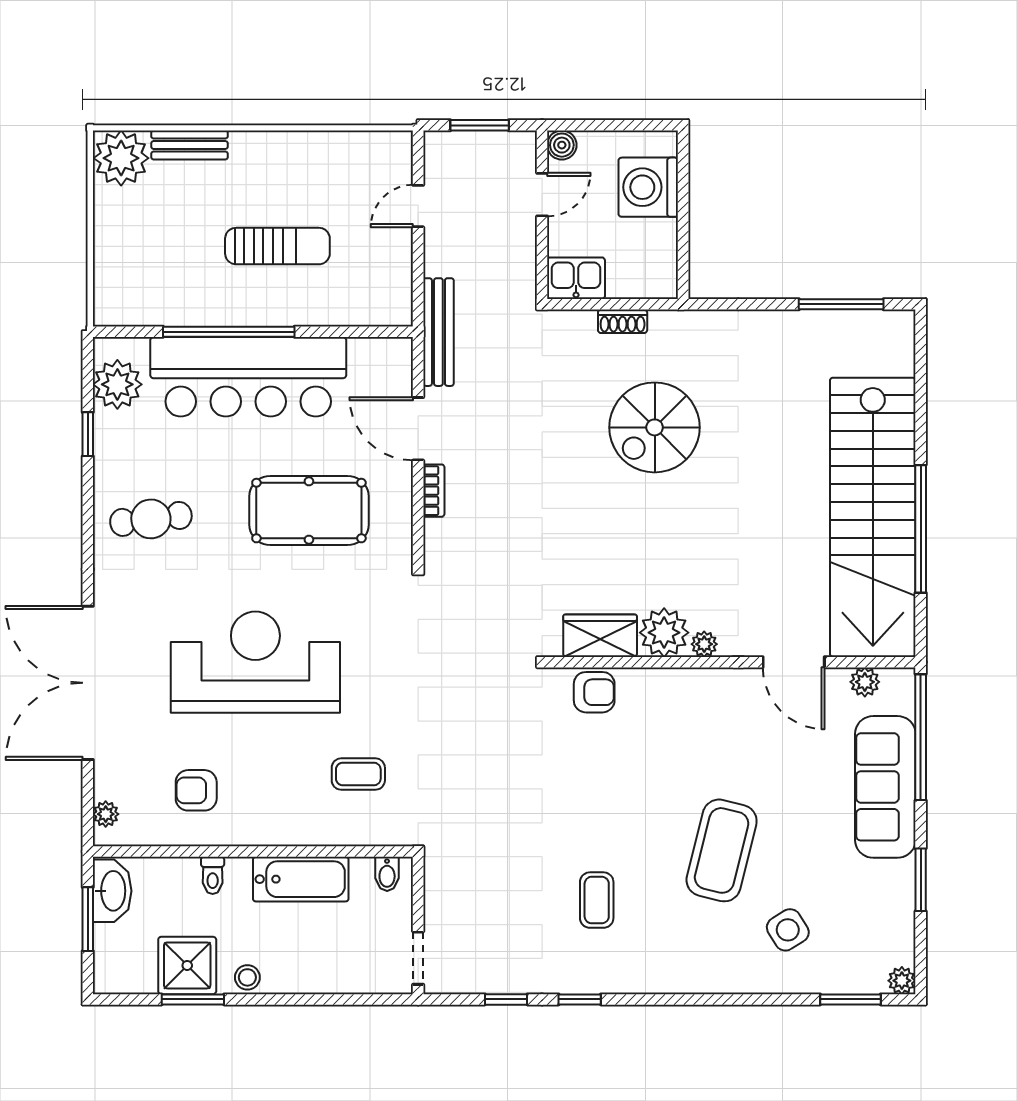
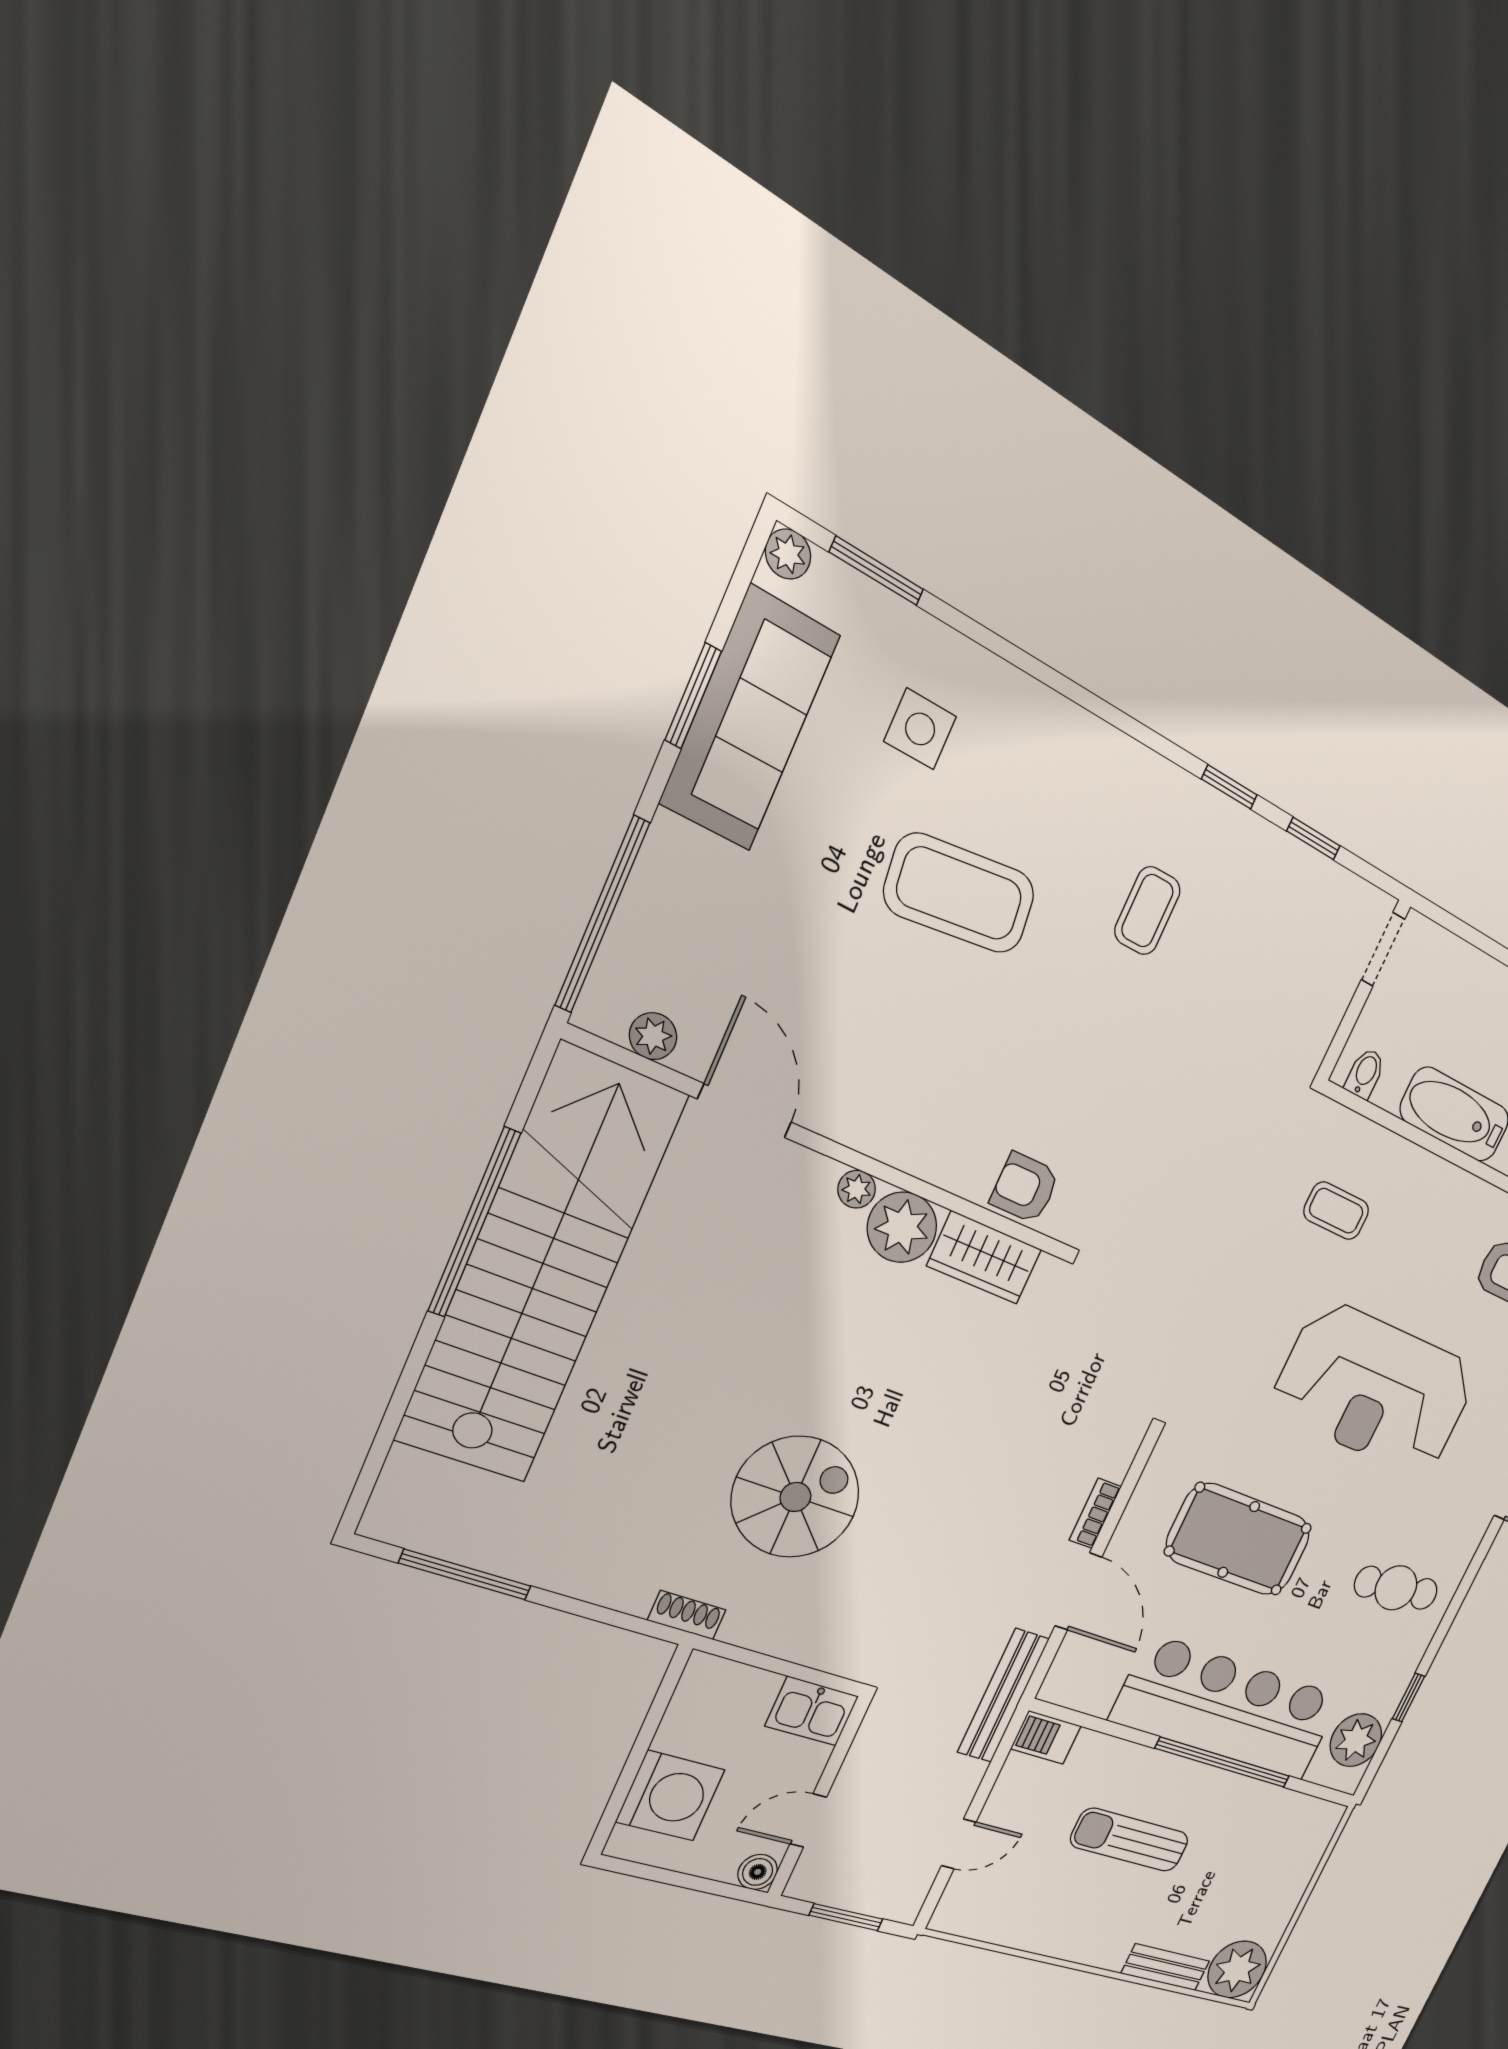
barbecue: (389, 309) -> (1046, 1737), added
shoe rack: (623, 321) -> (687, 1615), moved
sofa: (885, 787) -> (750, 719), moved
coffee table: (722, 850) -> (959, 893), turned 69
side table: (788, 930) -> (920, 729), turned 32

